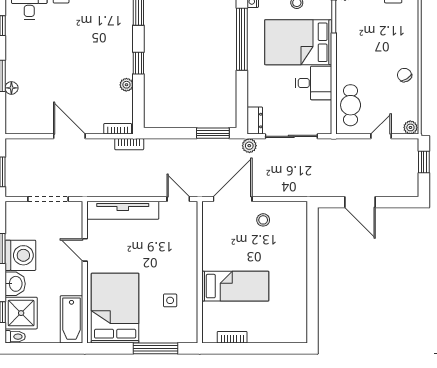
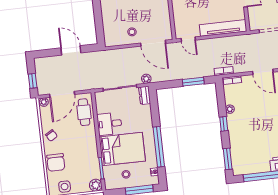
chair: (402, 33) -> (56, 162), added
window: (213, 133) -> (193, 82), moved
door: (381, 136) -> (62, 94), width x1.87
door: (233, 199) -> (153, 43), hinge flipped

